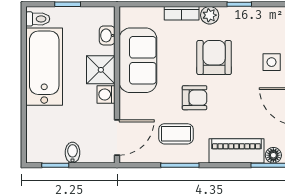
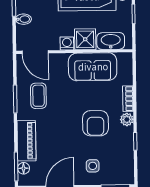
washbasin: (107, 35) -> (111, 41), width x1.91, depth x1.45
armchair: (214, 57) -> (95, 123), turned 90
armchair: (195, 98) -> (65, 109), removed

